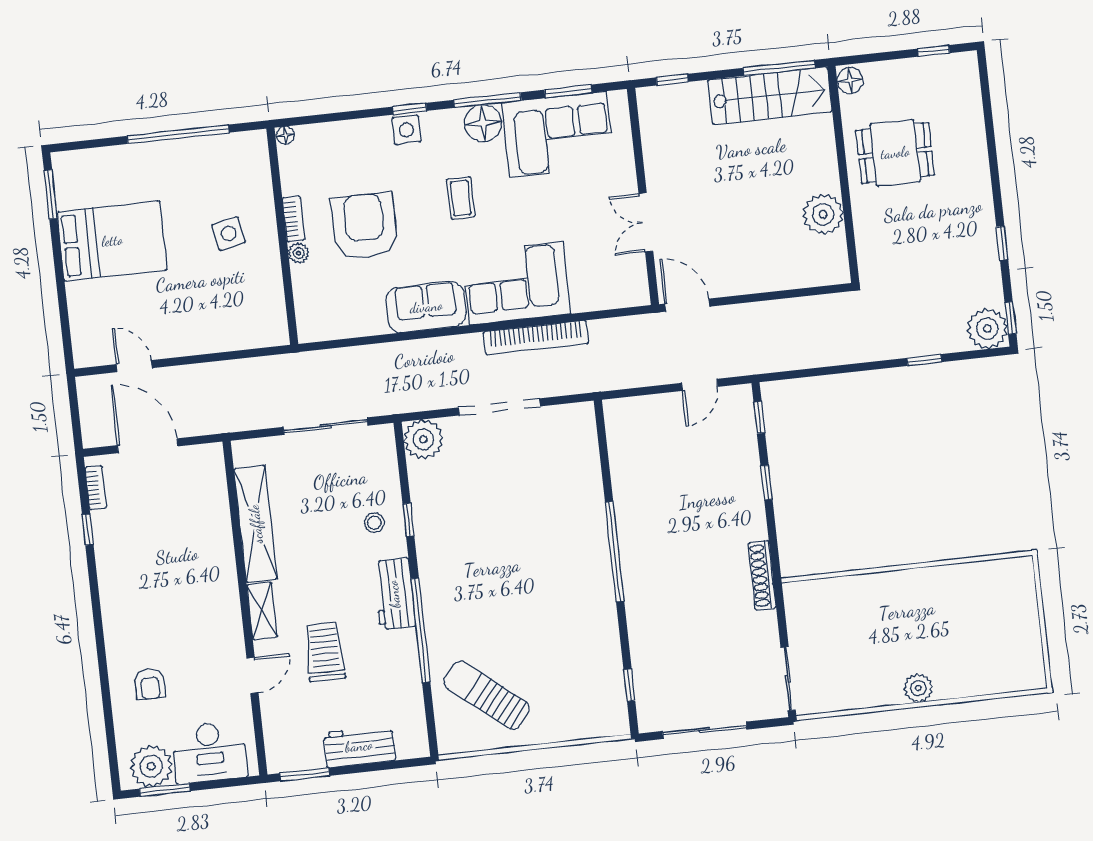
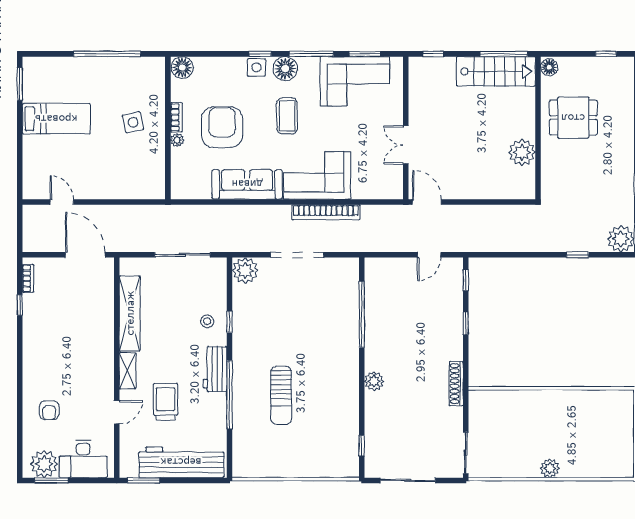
floor lamp: (483, 123) -> (285, 69), moved
floor lamp: (285, 135) -> (182, 67), width x1.89, depth x1.89
coffee table: (461, 198) -> (287, 116), width x1.36, depth x1.30
bed: (112, 241) -> (56, 119), width x0.67
sofa: (426, 307) -> (247, 184), width x1.36
door: (148, 446) -> (85, 255), moved
window: (615, 552) -> (362, 314), moved
plant: (637, 586) -> (374, 381), added
sun lounger: (487, 695) -> (281, 395), moved, turned -129
workbench: (359, 746) -> (181, 462), width x1.88, depth x1.32

